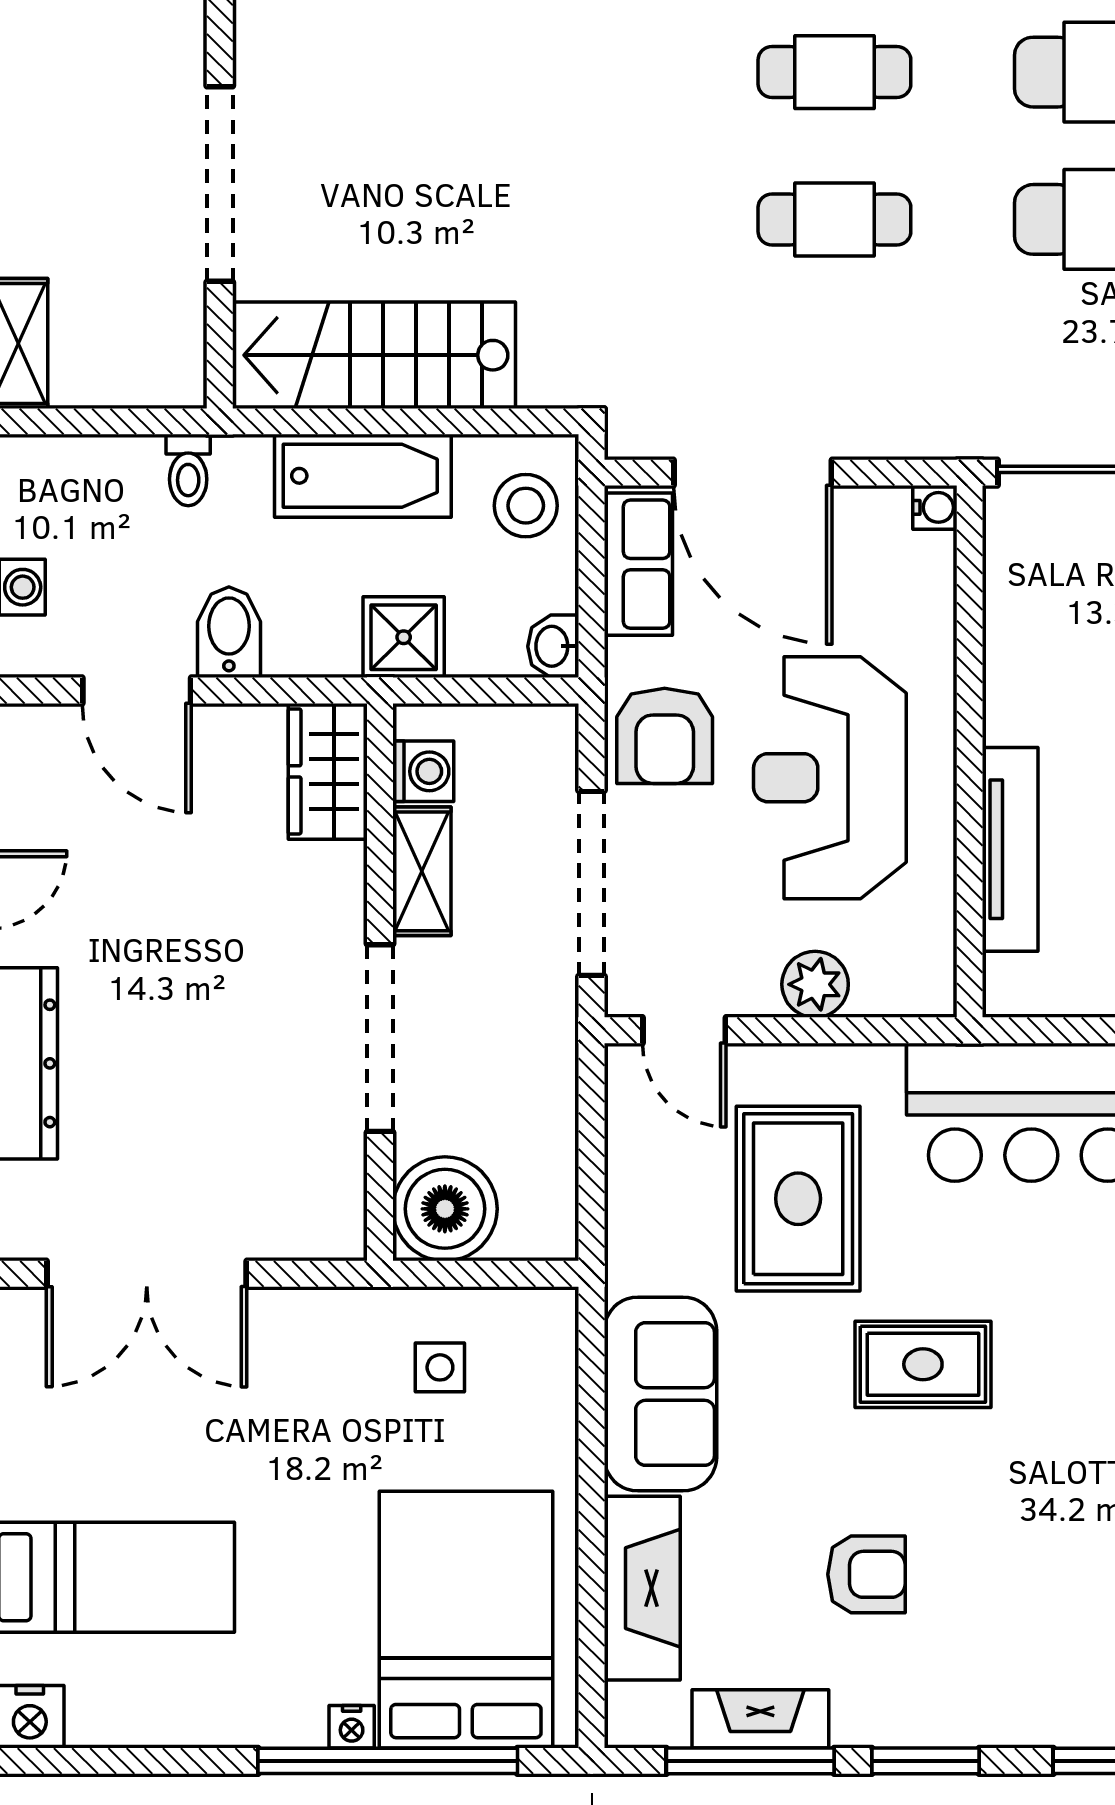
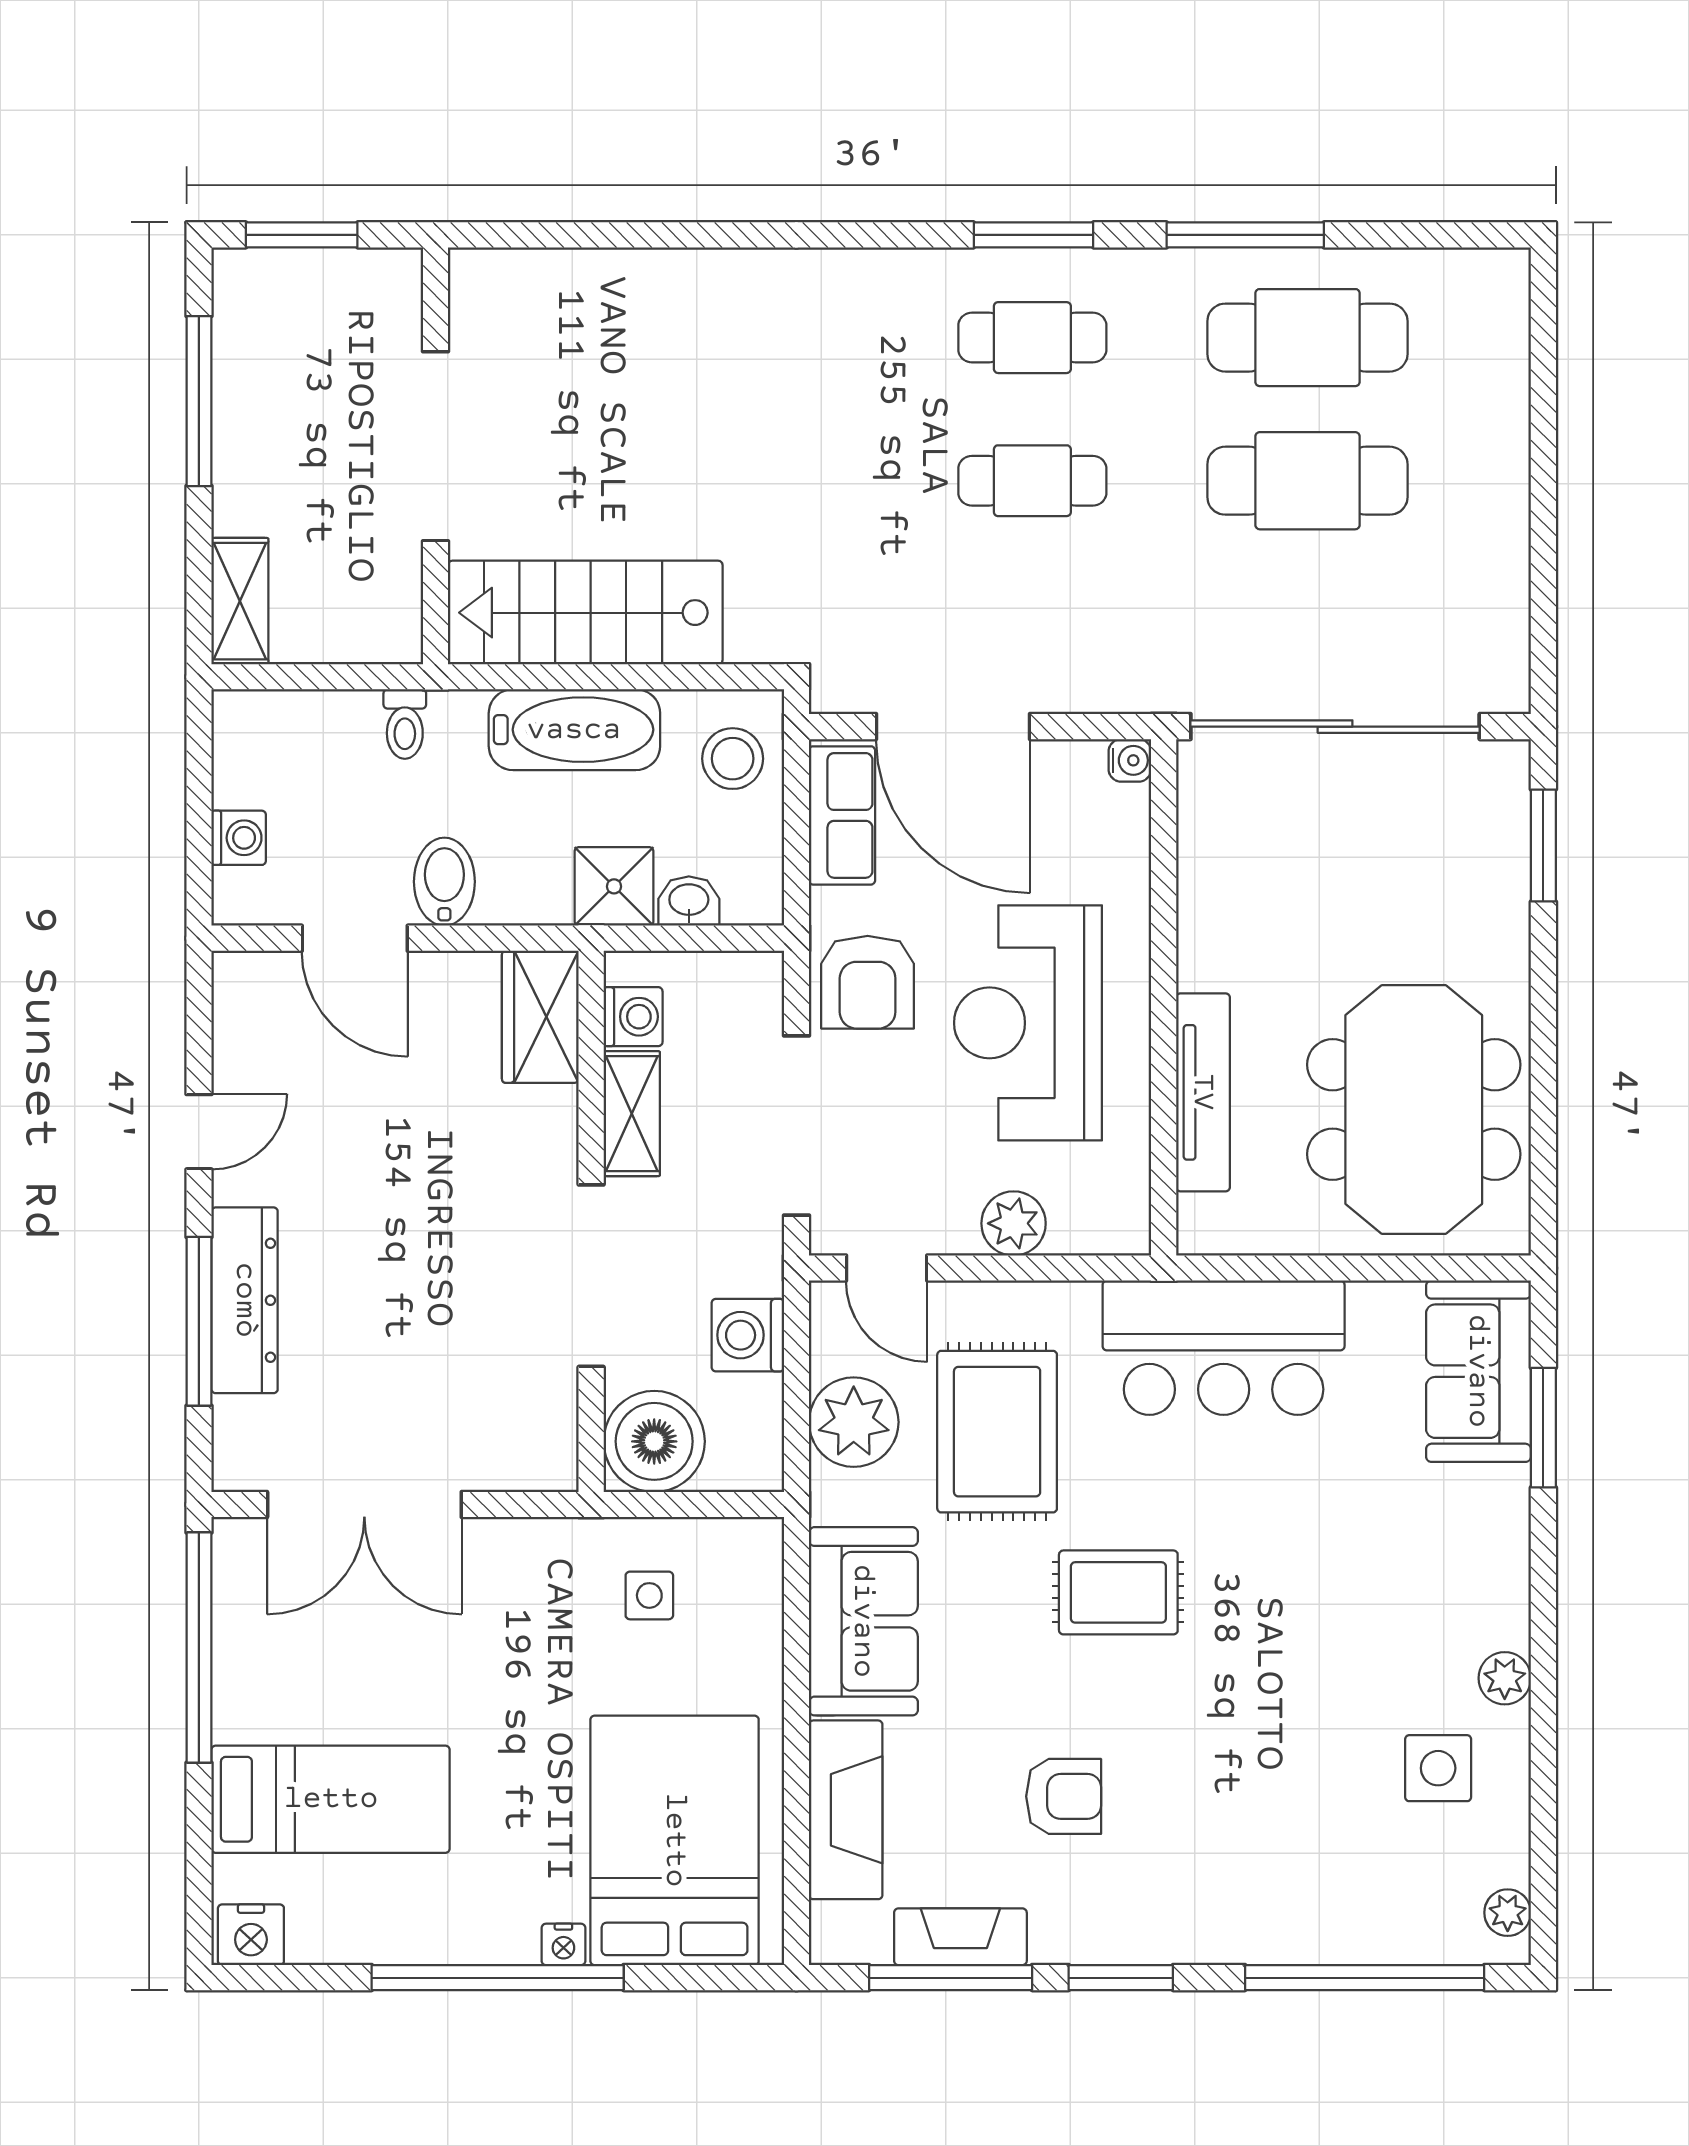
washbasin: (553, 646) -> (689, 901), moved, turned 90
washing machine: (541, 1099) -> (748, 1335), added
plant: (650, 1189) -> (854, 1422), added
window: (388, 1761) -> (498, 1978), moved

